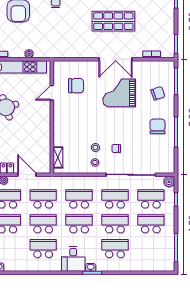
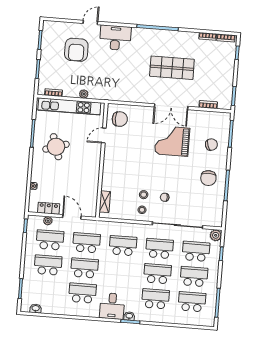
chair: (76, 86) -> (120, 119), moved
chair: (157, 126) -> (208, 178), turned 180
school desk: (79, 224) -> (192, 302), moved

